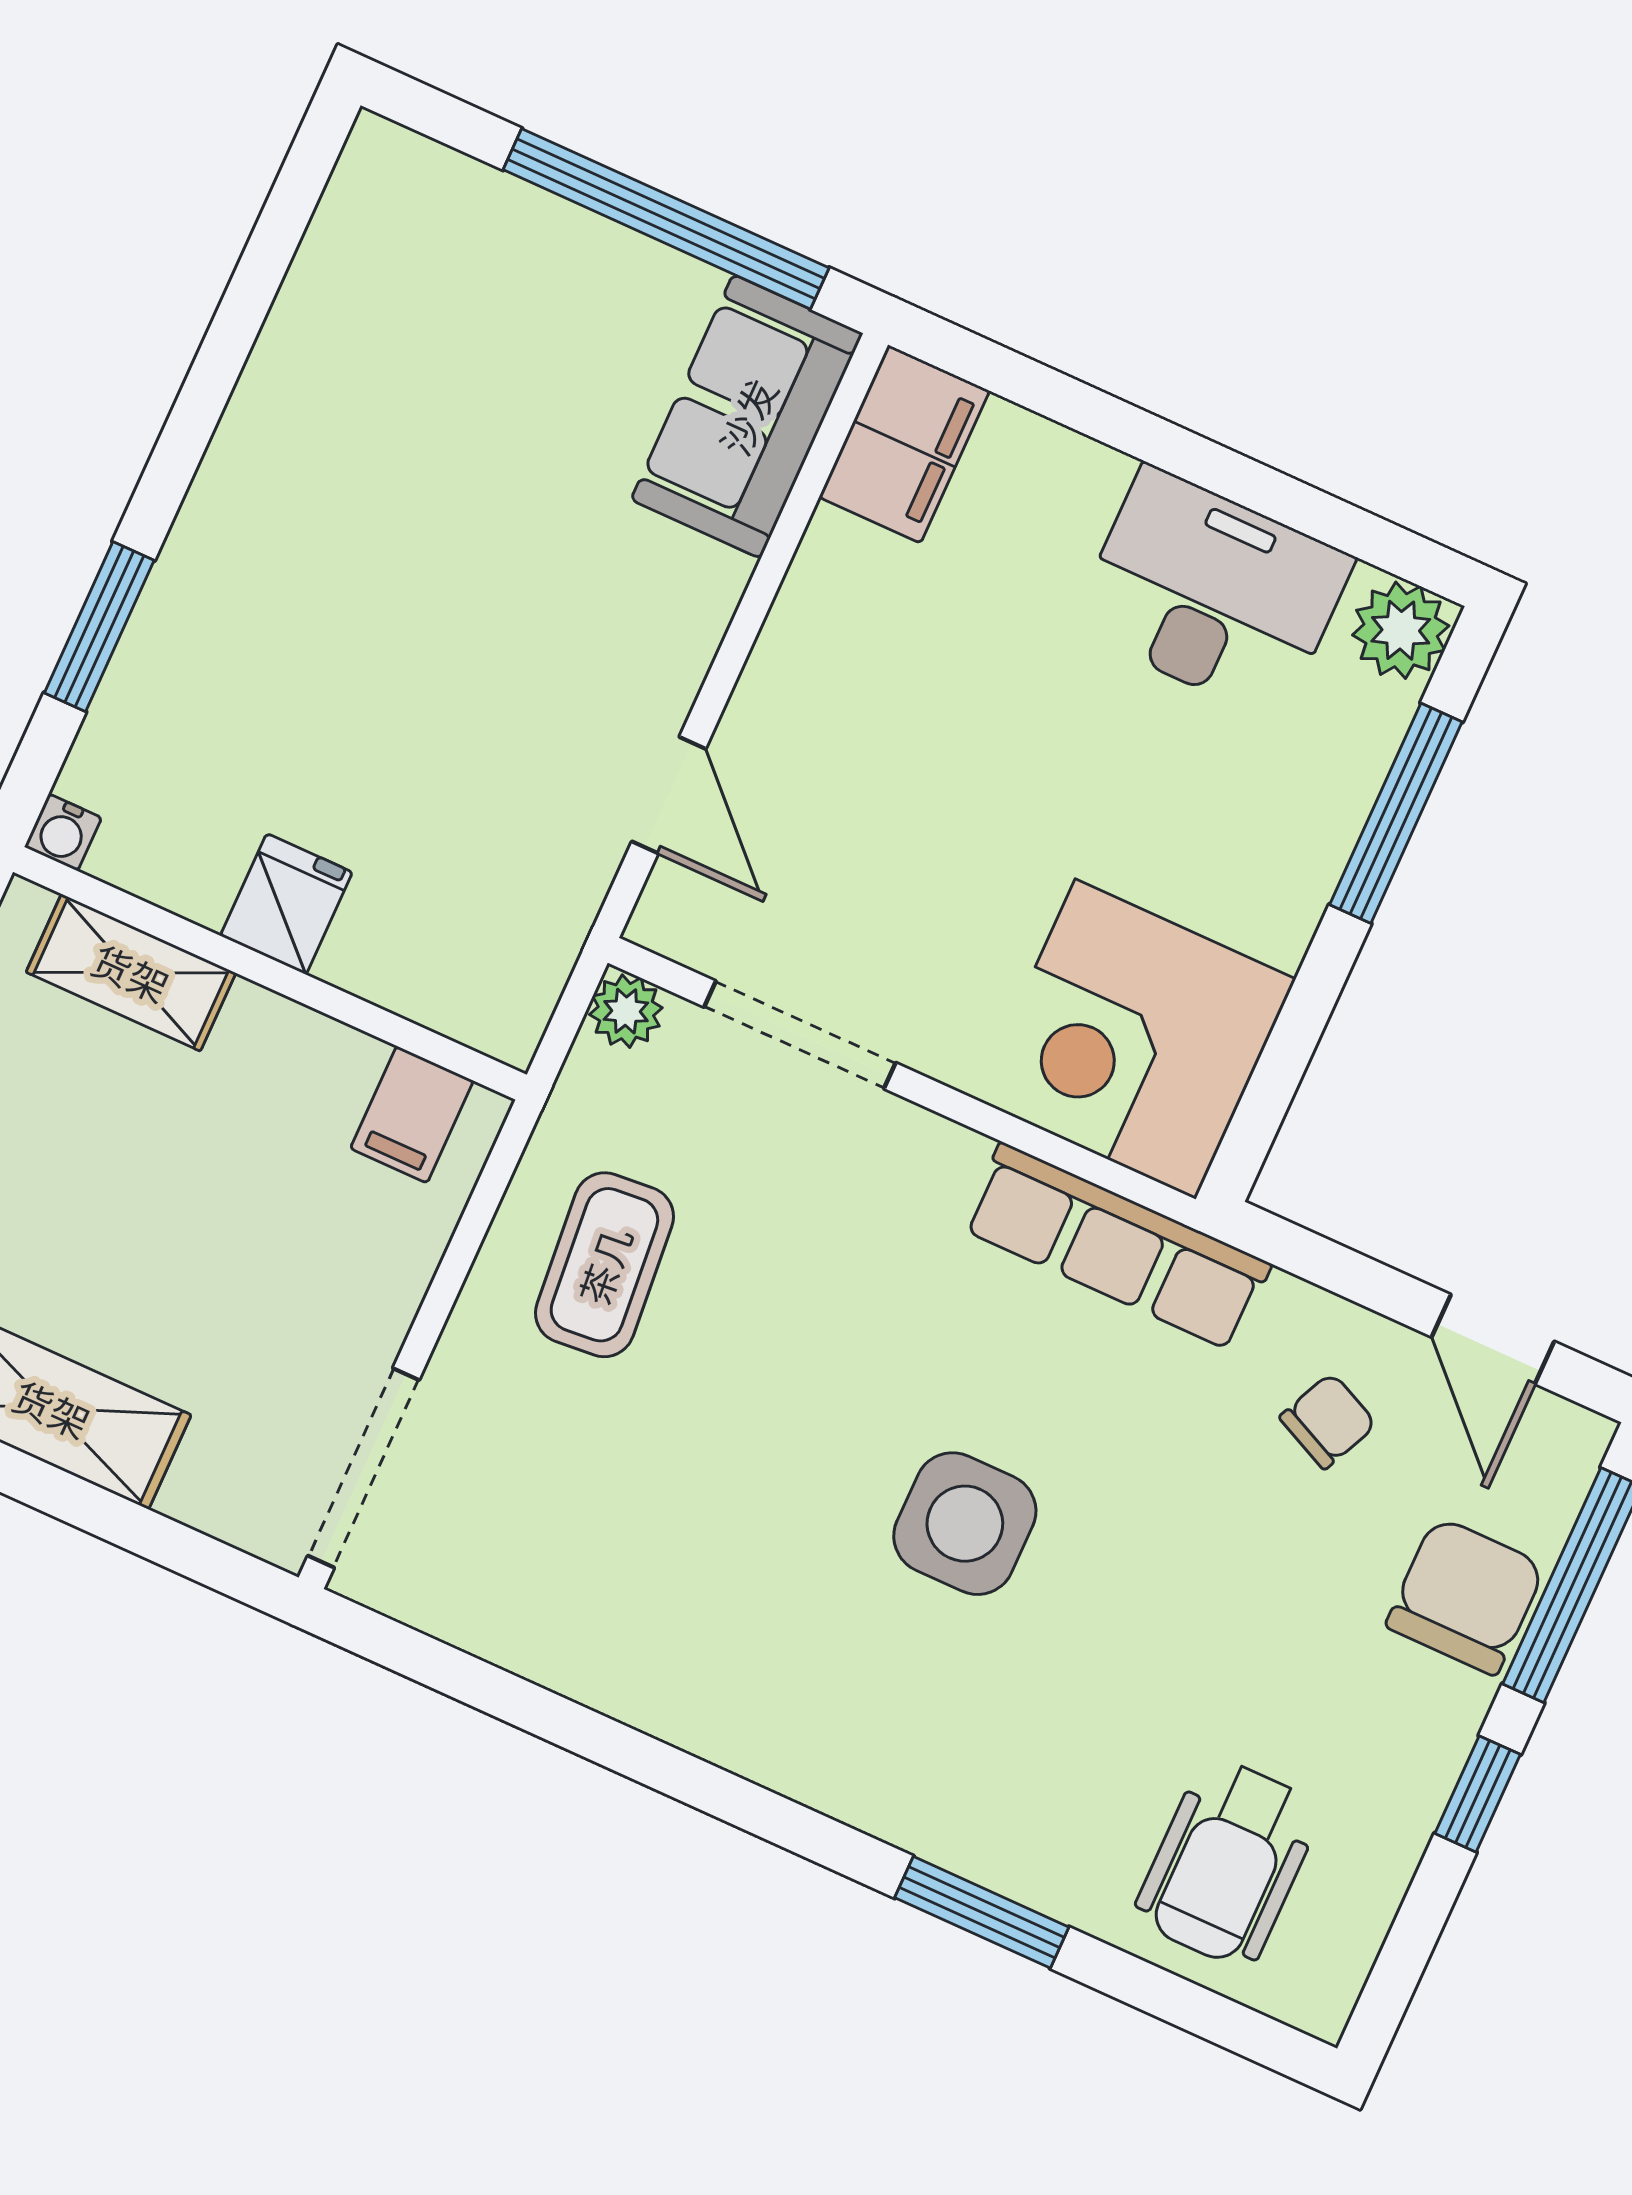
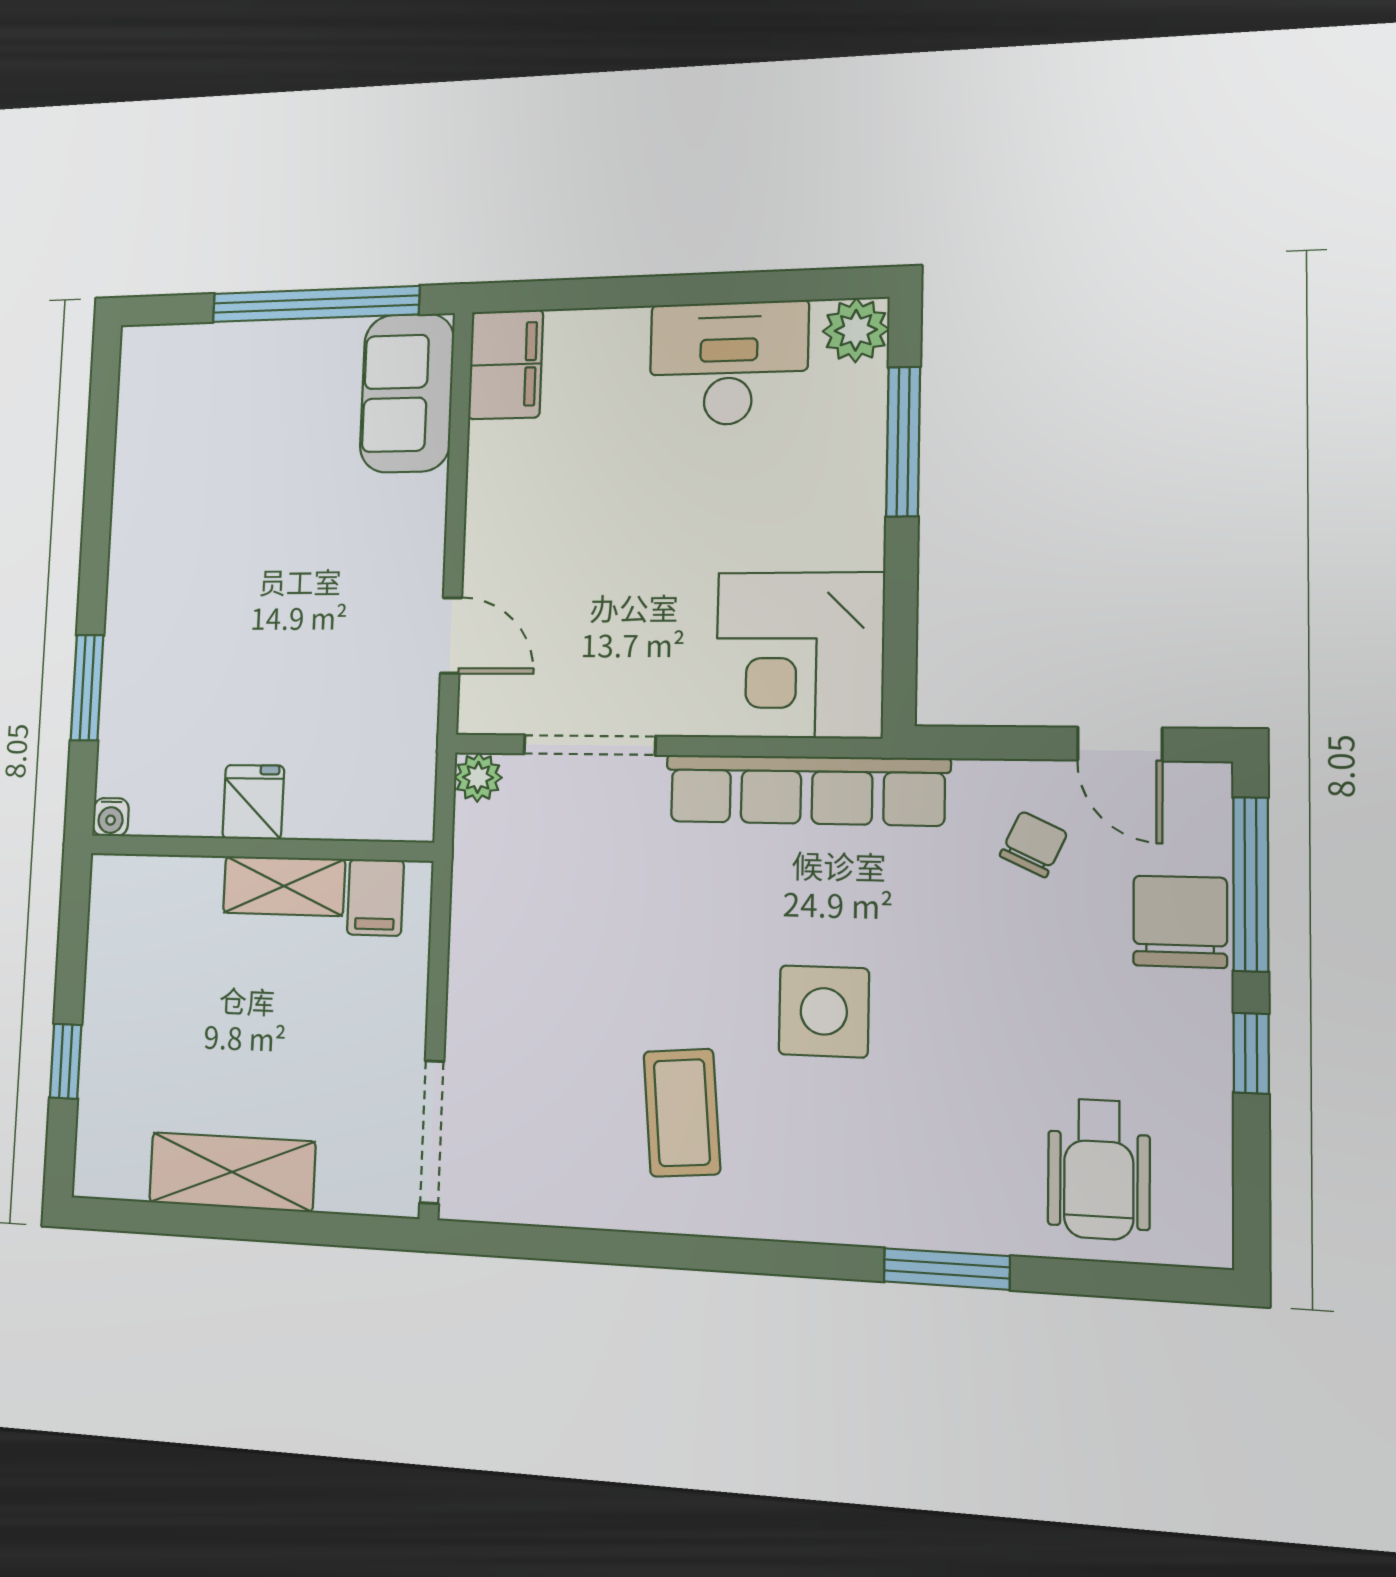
shelving: (131, 972) -> (284, 886), moved
row of seats: (1117, 1247) -> (806, 790), width x1.36
coffee table: (604, 1265) -> (682, 1113), moved

